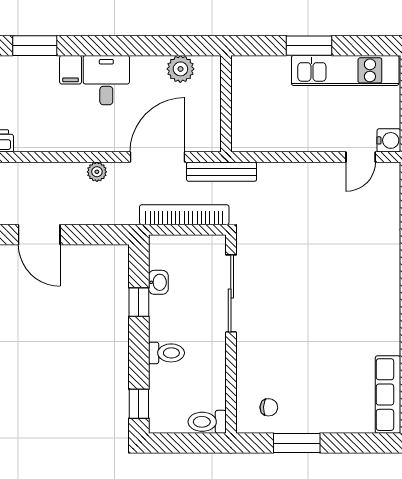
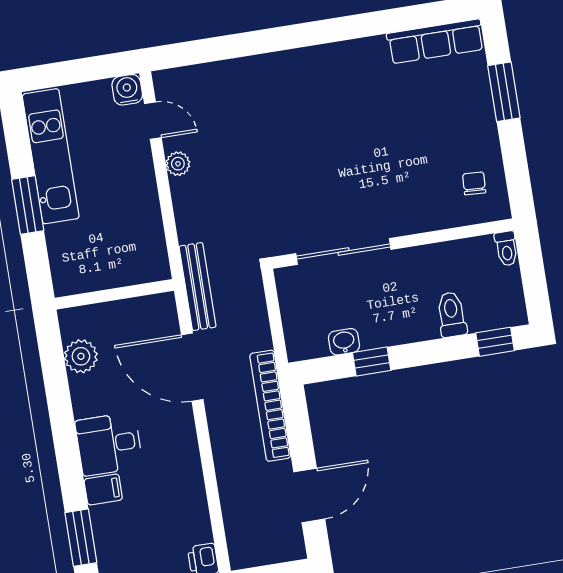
plant: (97, 172) -> (178, 164), moved
bookcase: (184, 215) -> (270, 406), moved
toilet: (166, 353) -> (452, 314), moved
toilet: (207, 422) -> (506, 248), width x0.73, depth x0.72
window: (297, 443) -> (504, 92), moved

